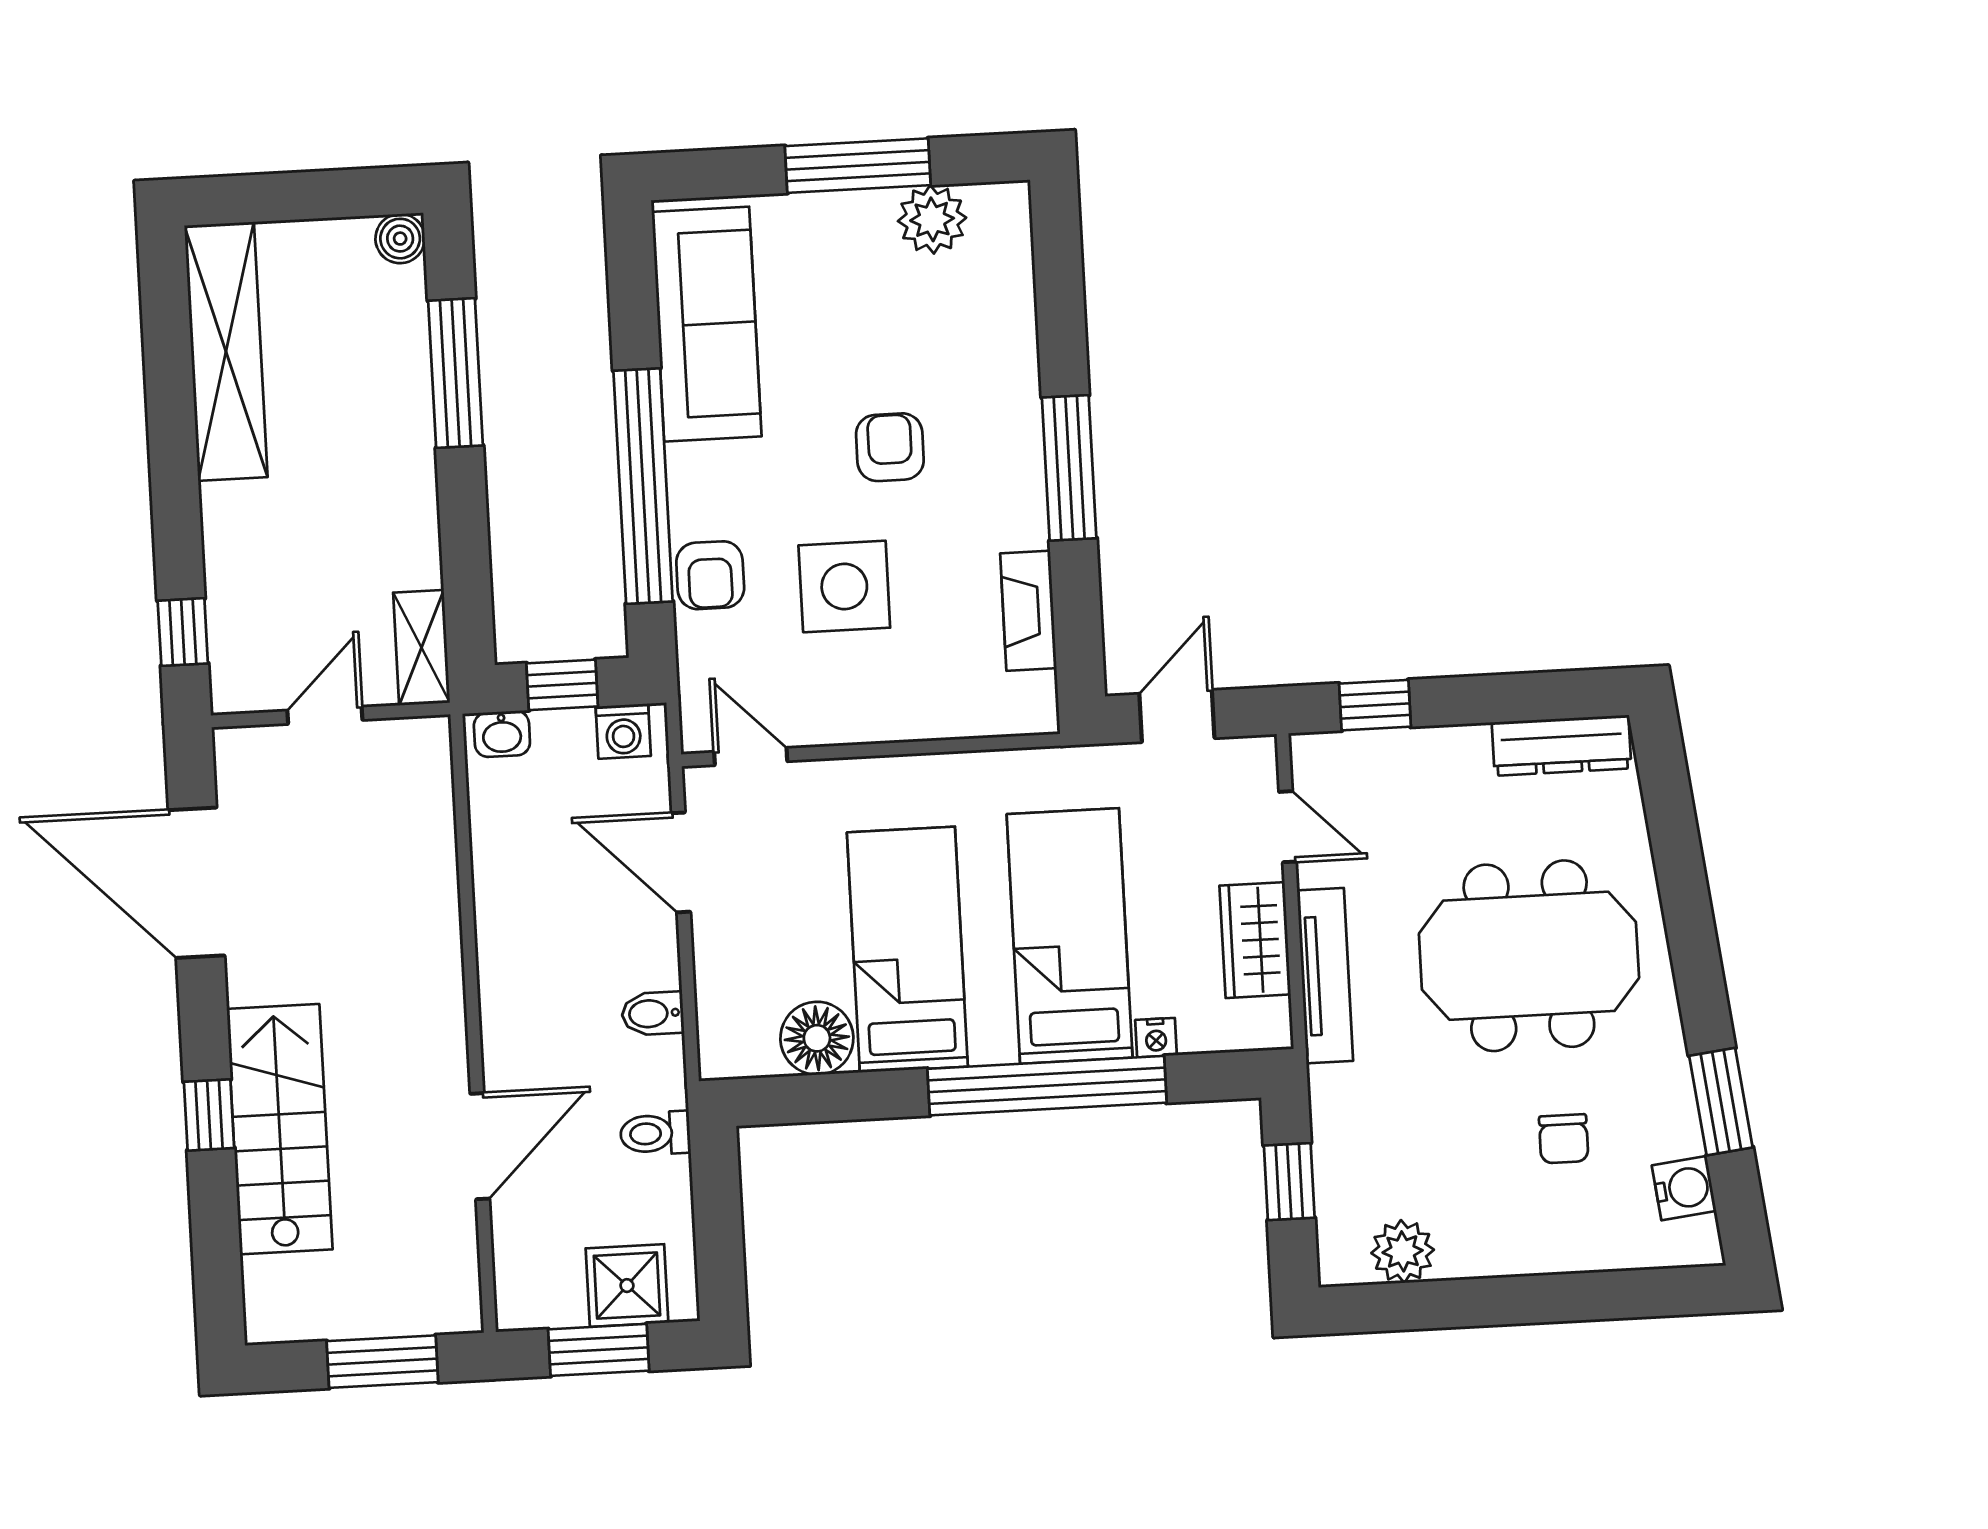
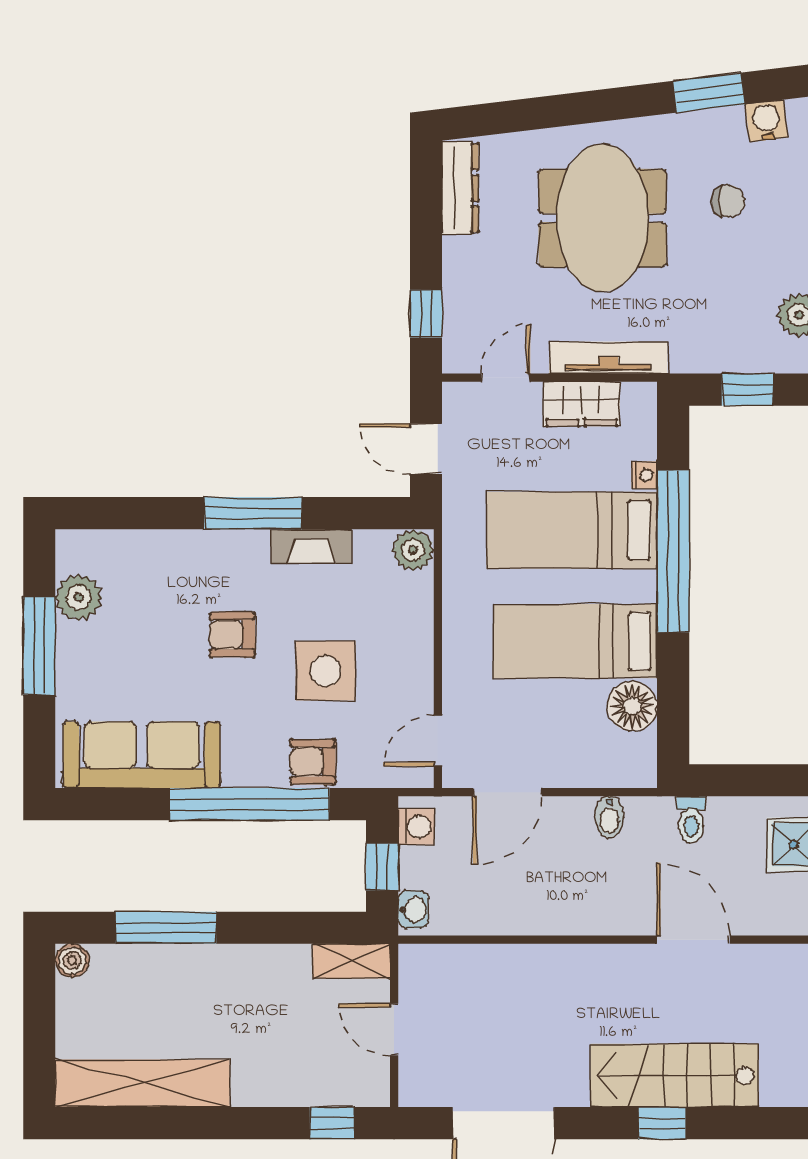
armchair: (710, 575) -> (313, 762), turned 180
fireplace: (1028, 611) -> (311, 546), moved
plant: (1028, 705) -> (413, 550), added

